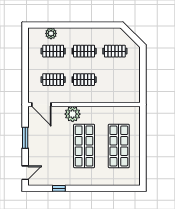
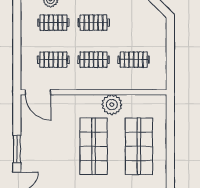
clothes rail: (115, 51) -> (134, 60), moved
plant: (73, 114) -> (112, 105), moved
window: (25, 138) -> (17, 149), moved

